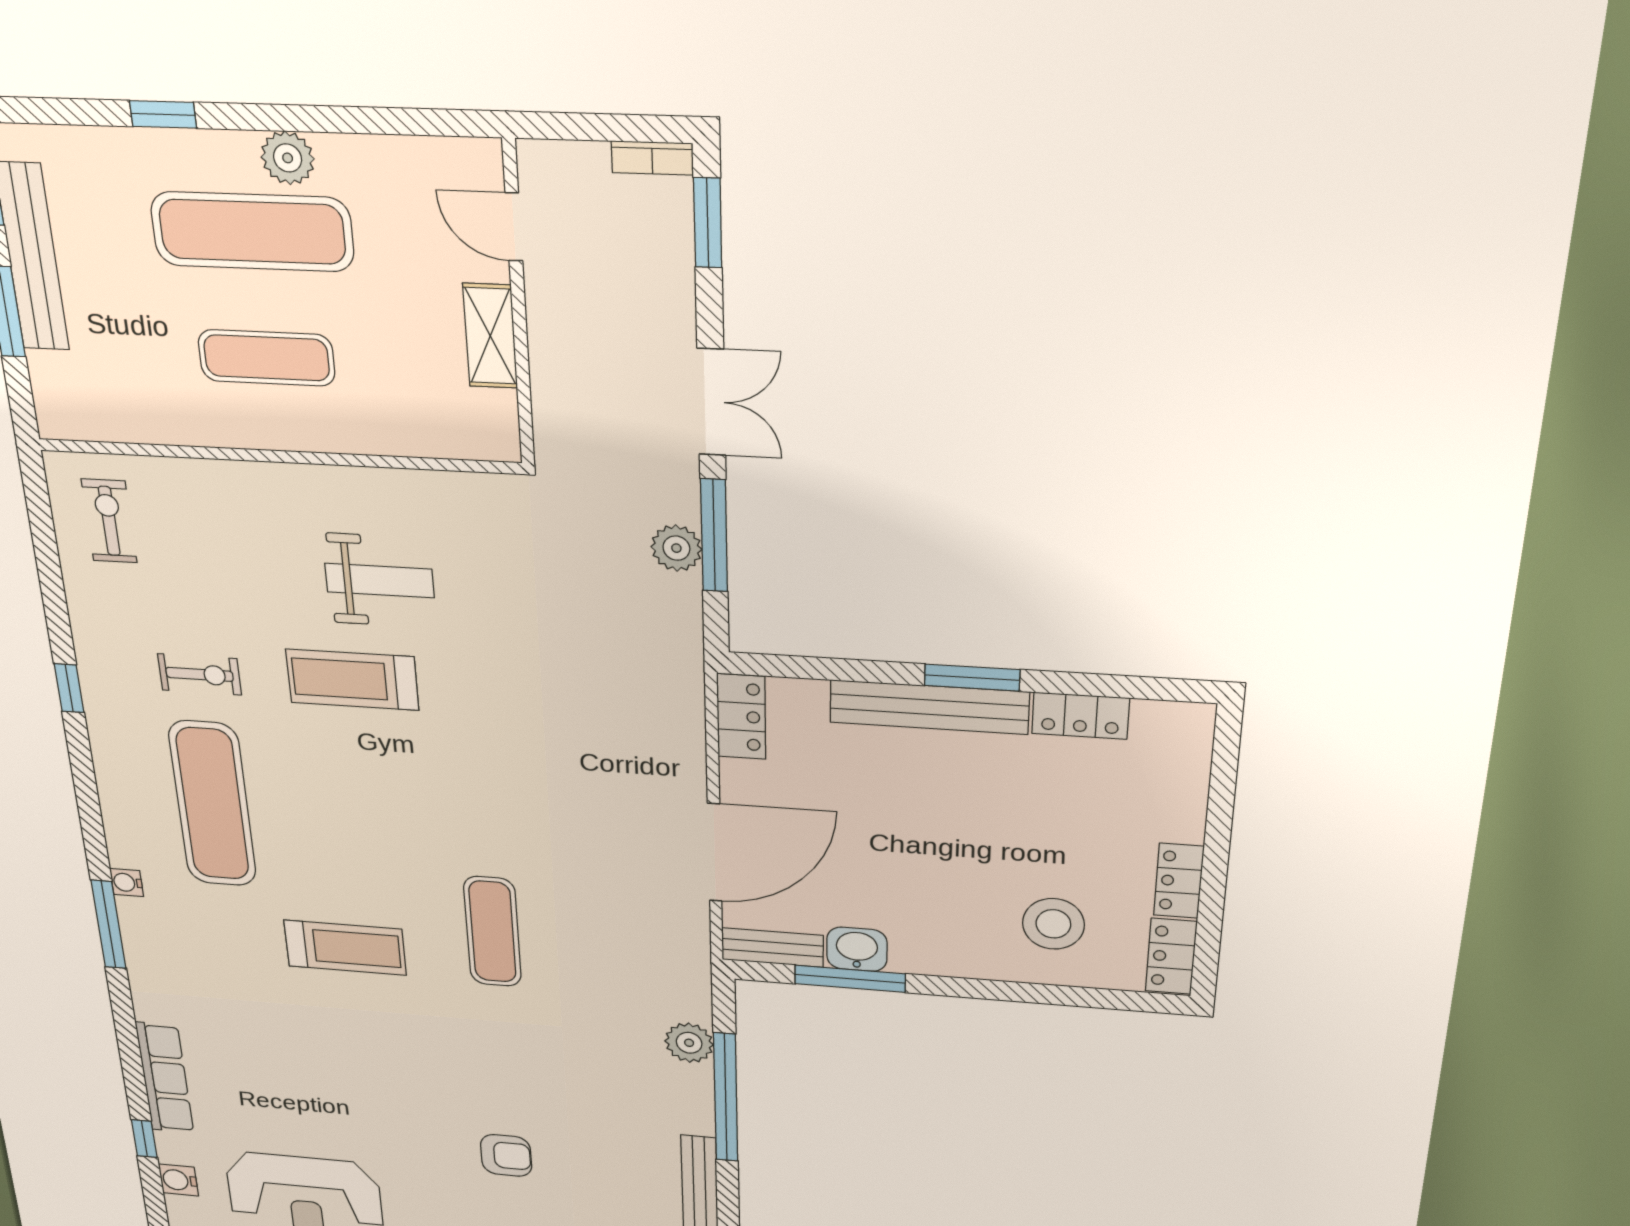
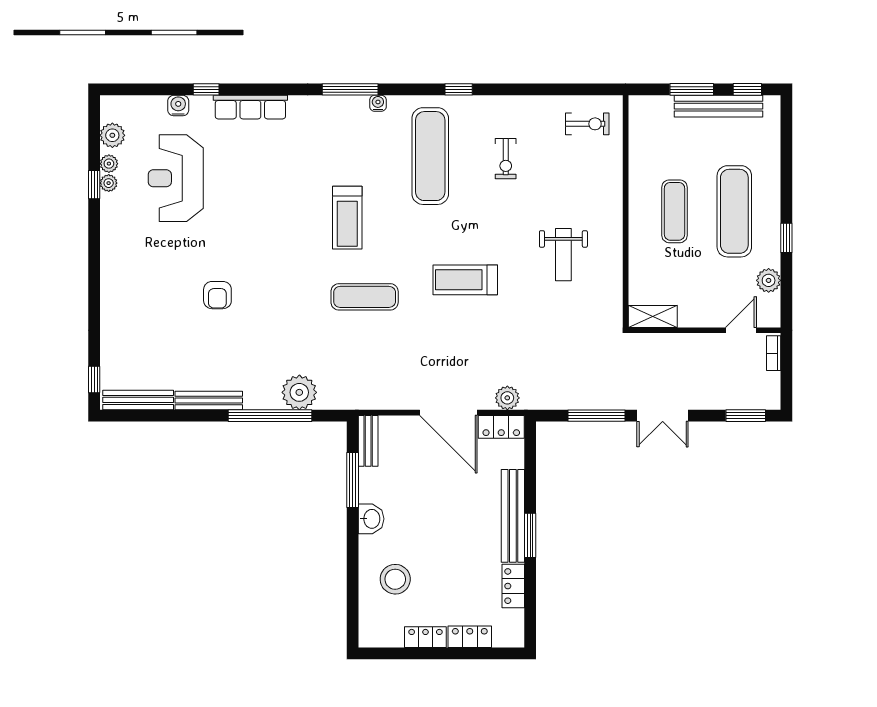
window: (163, 114) -> (786, 238), moved
plant: (288, 158) -> (769, 280), moved
bookcase: (652, 158) -> (774, 353), moved
shelving: (490, 336) -> (653, 316), moved
plant: (676, 548) -> (507, 398), moved
treadmill: (352, 680) -> (465, 280), moved, turned -90
window: (69, 688) -> (459, 89), moved
exercise mat: (213, 804) -> (430, 156), turned 90
door: (715, 853) -> (448, 413), moved
washbasin: (857, 949) -> (371, 519), moved
locker: (1171, 956) -> (470, 637), moved
plant: (689, 1043) -> (299, 392), width x1.36, depth x1.36

